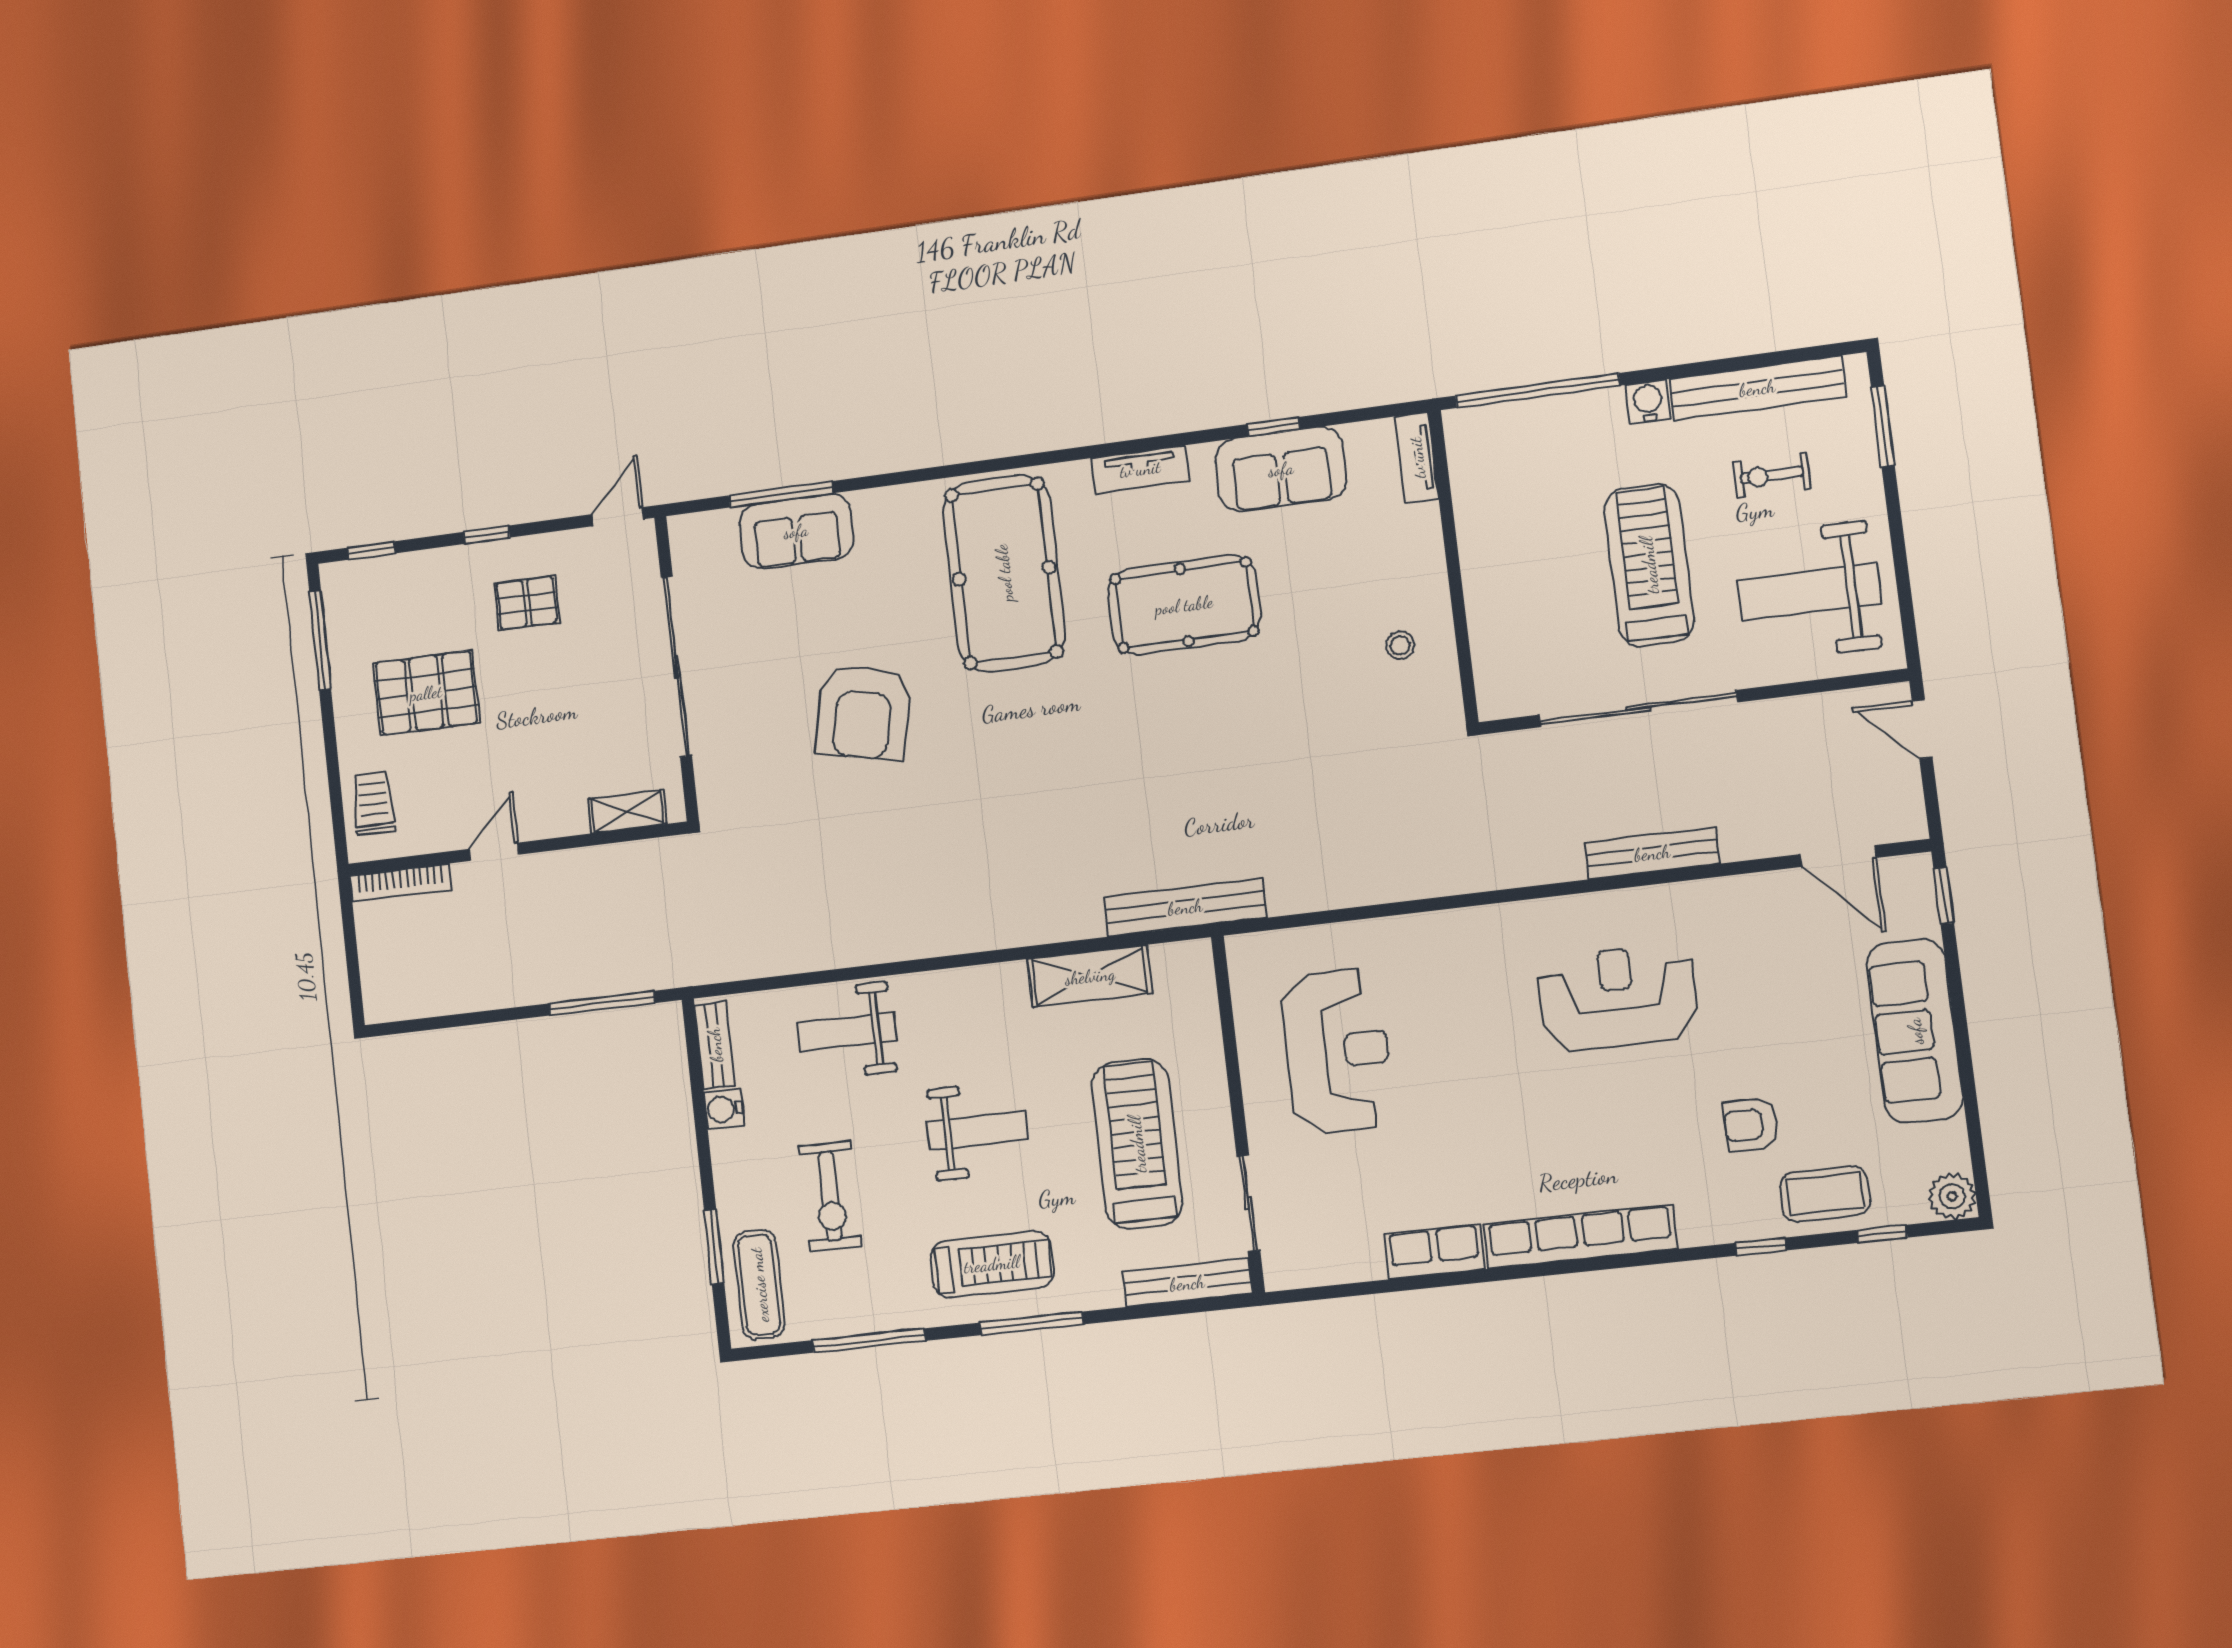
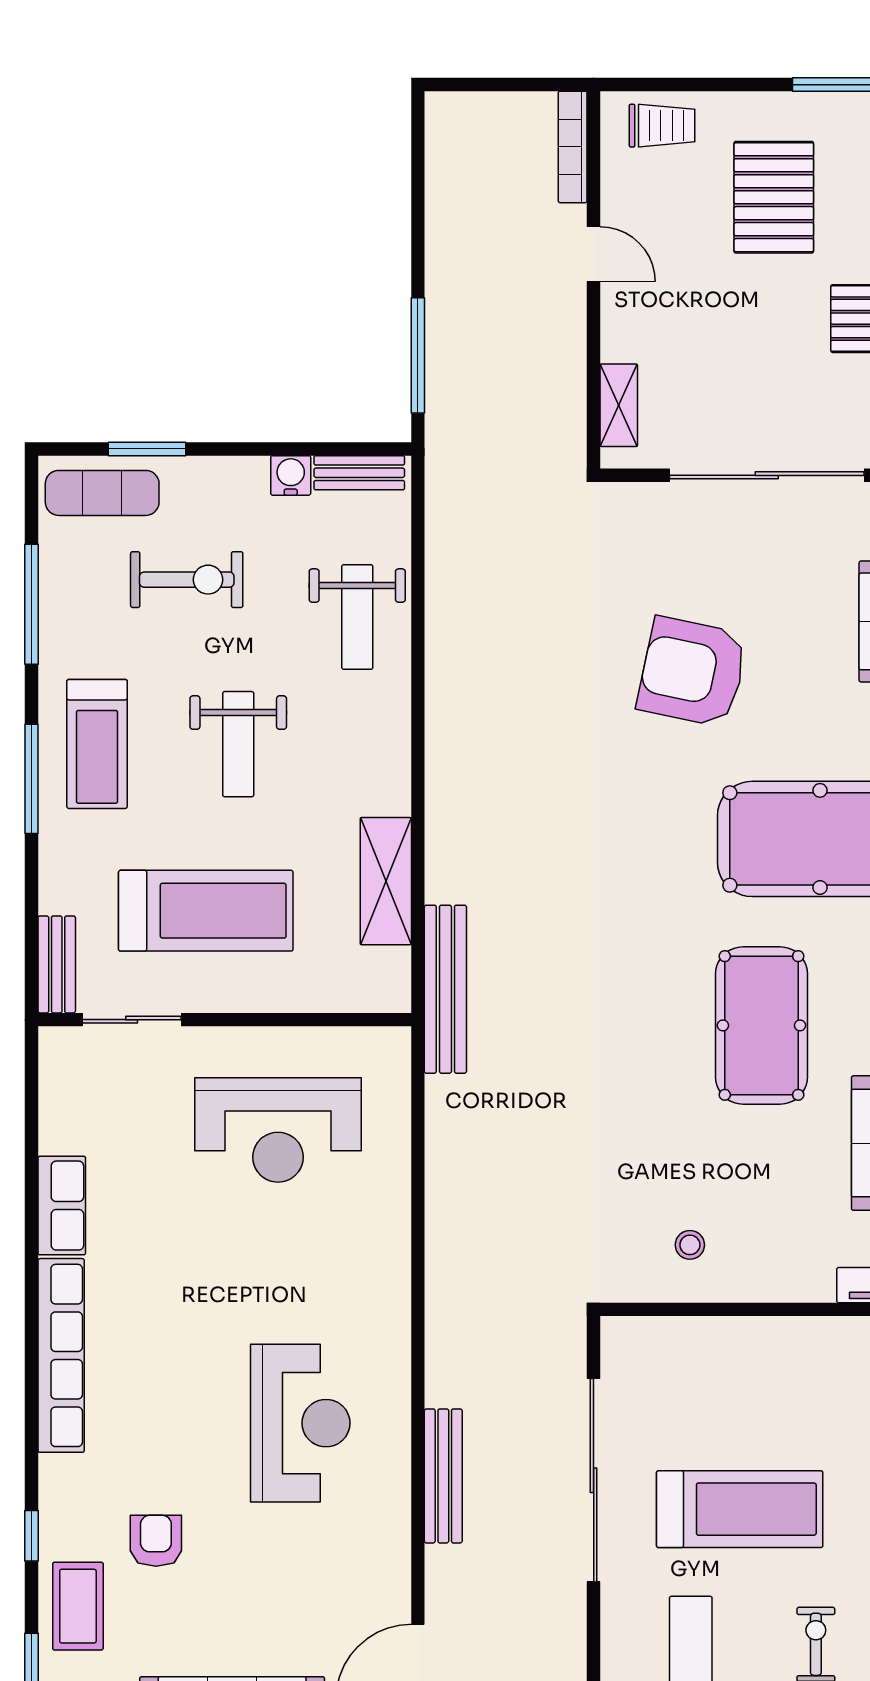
weight bench: (847, 1032) -> (357, 617), turned 180
exercise bike: (830, 1196) -> (187, 580), turned 180
bench: (1187, 1283) -> (57, 964), width x0.73

